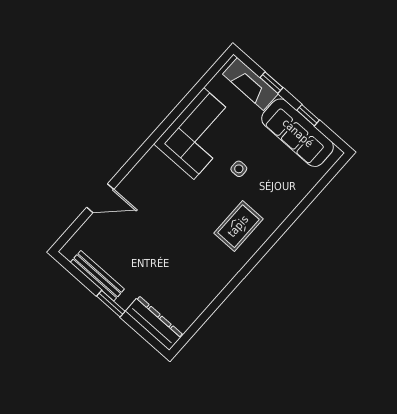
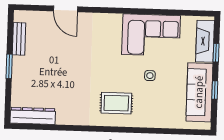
bench: (97, 276) -> (19, 39), width x0.73
dresser: (154, 323) -> (33, 116), moved, turned -90

